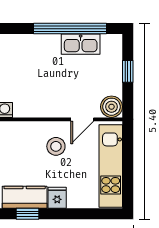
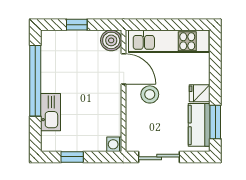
kitchen sink: (81, 44) -> (50, 112), moved
door: (82, 119) -> (124, 69), width x1.38
window: (28, 214) -> (215, 122), width x1.50

